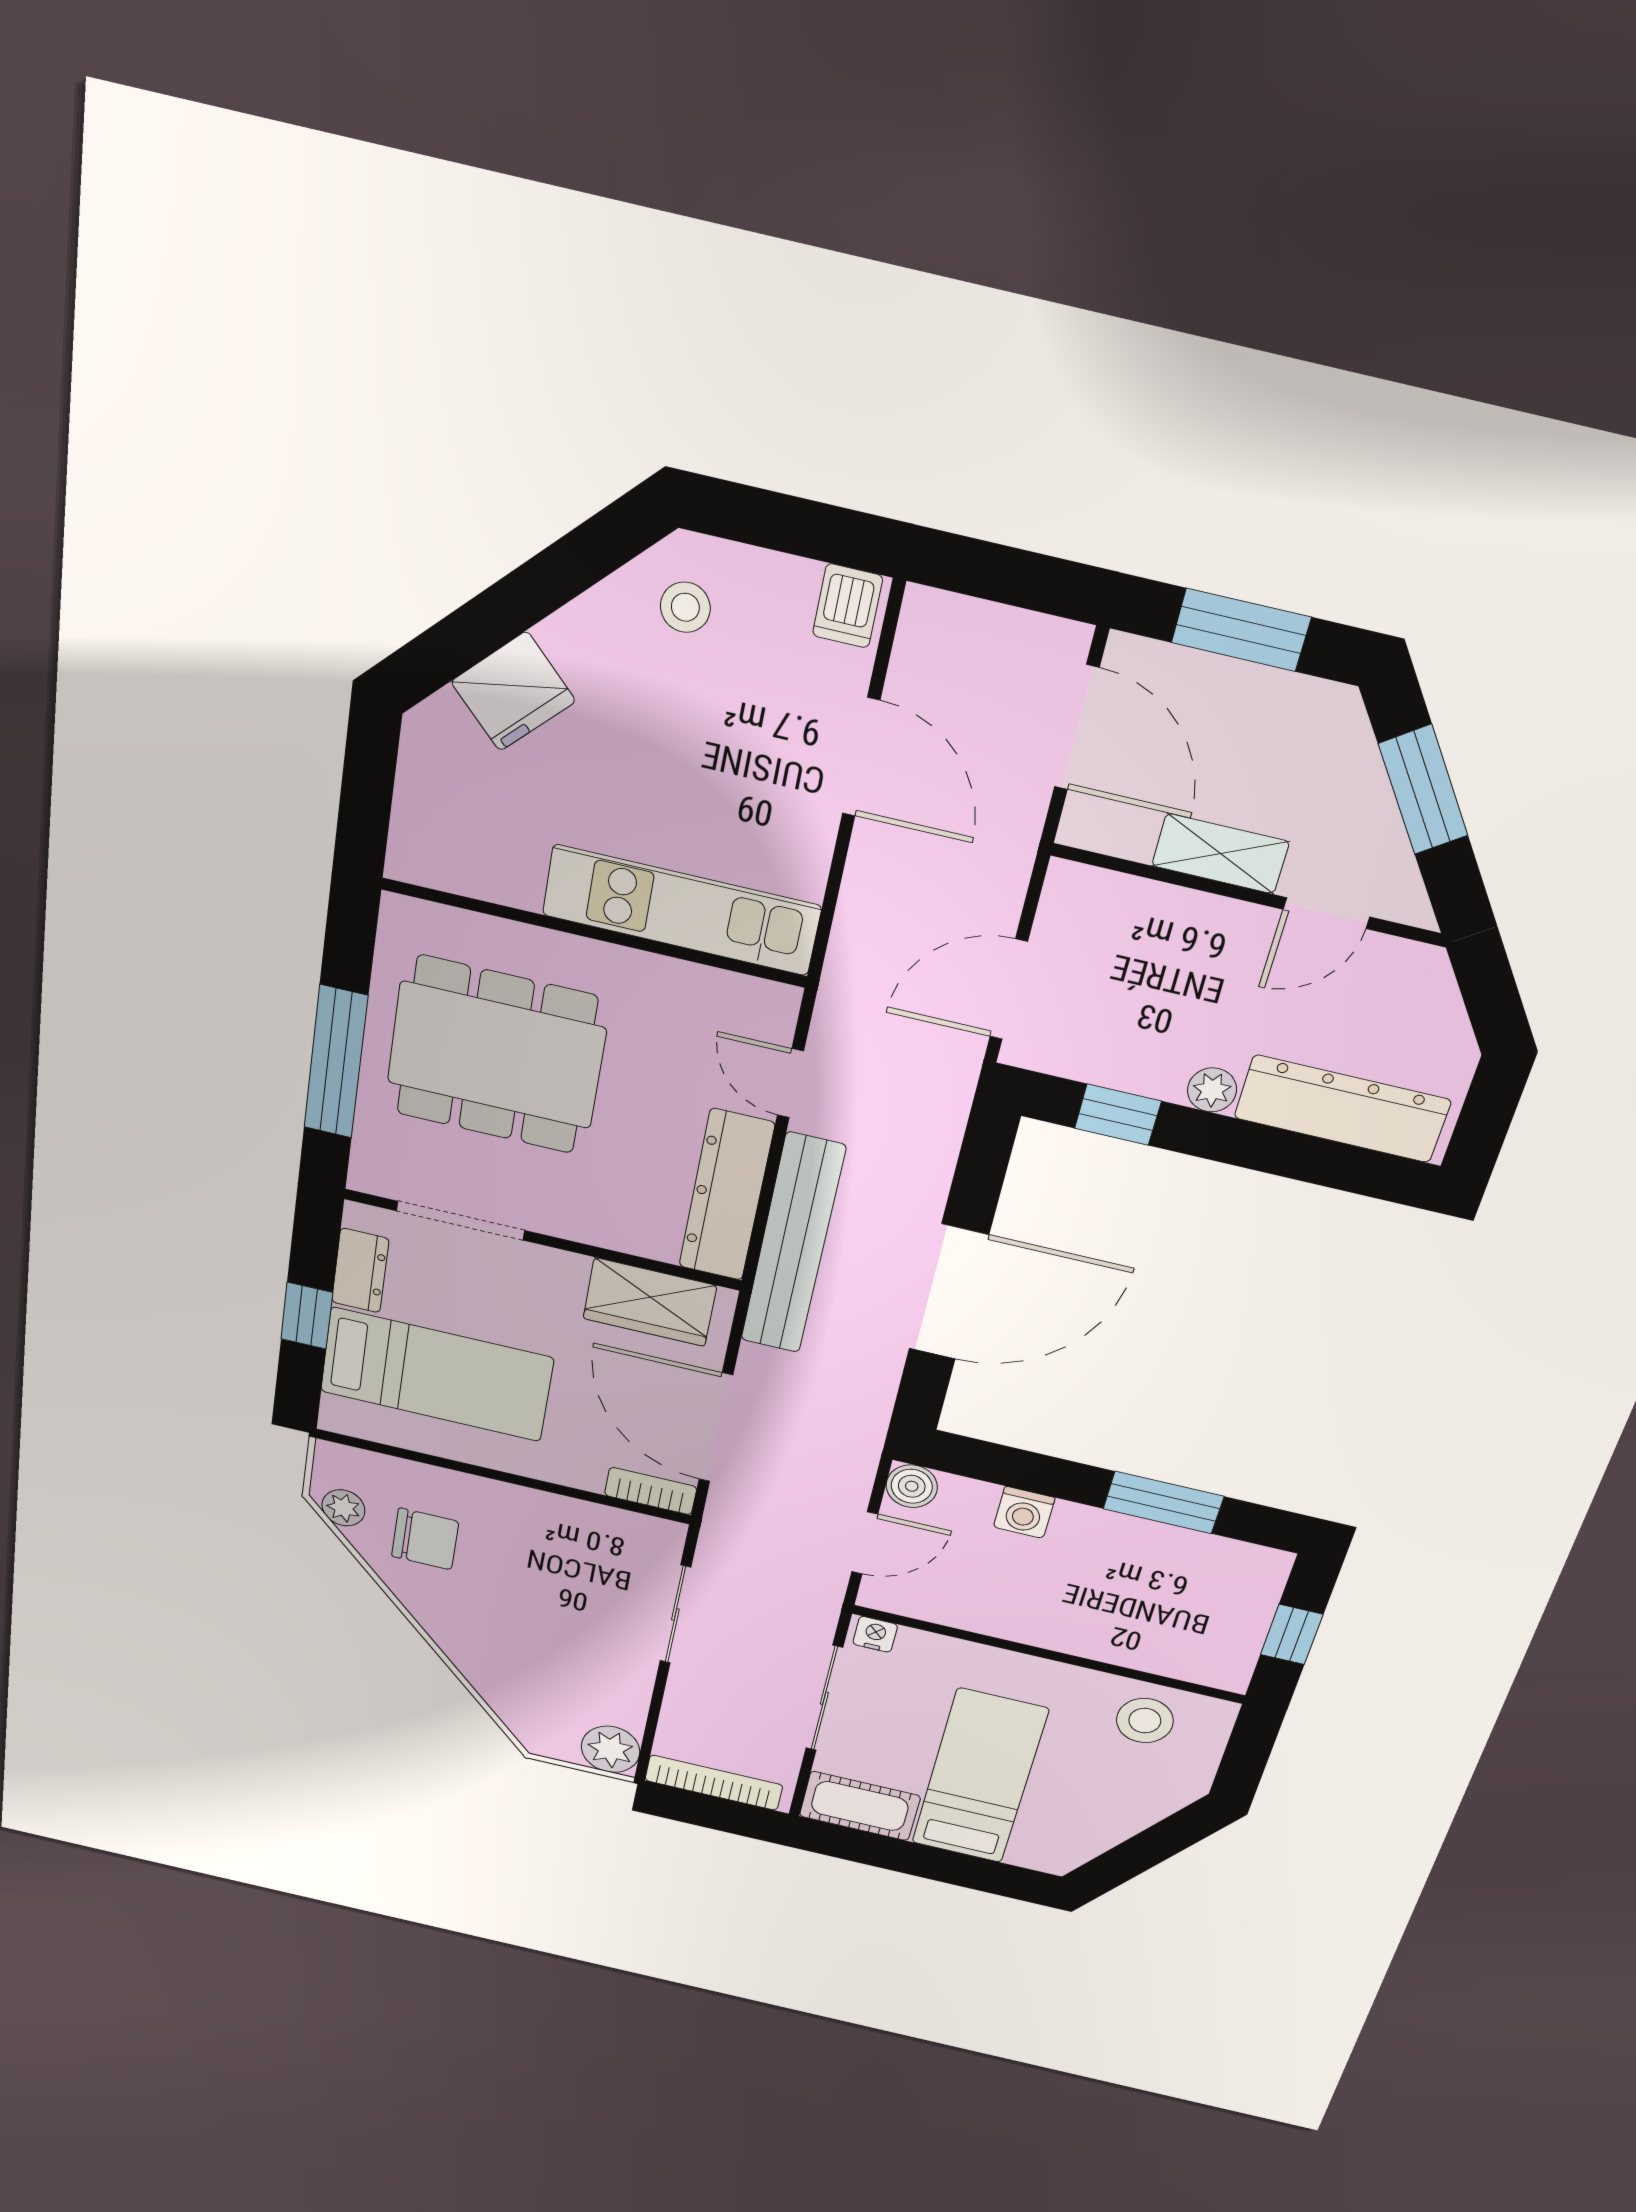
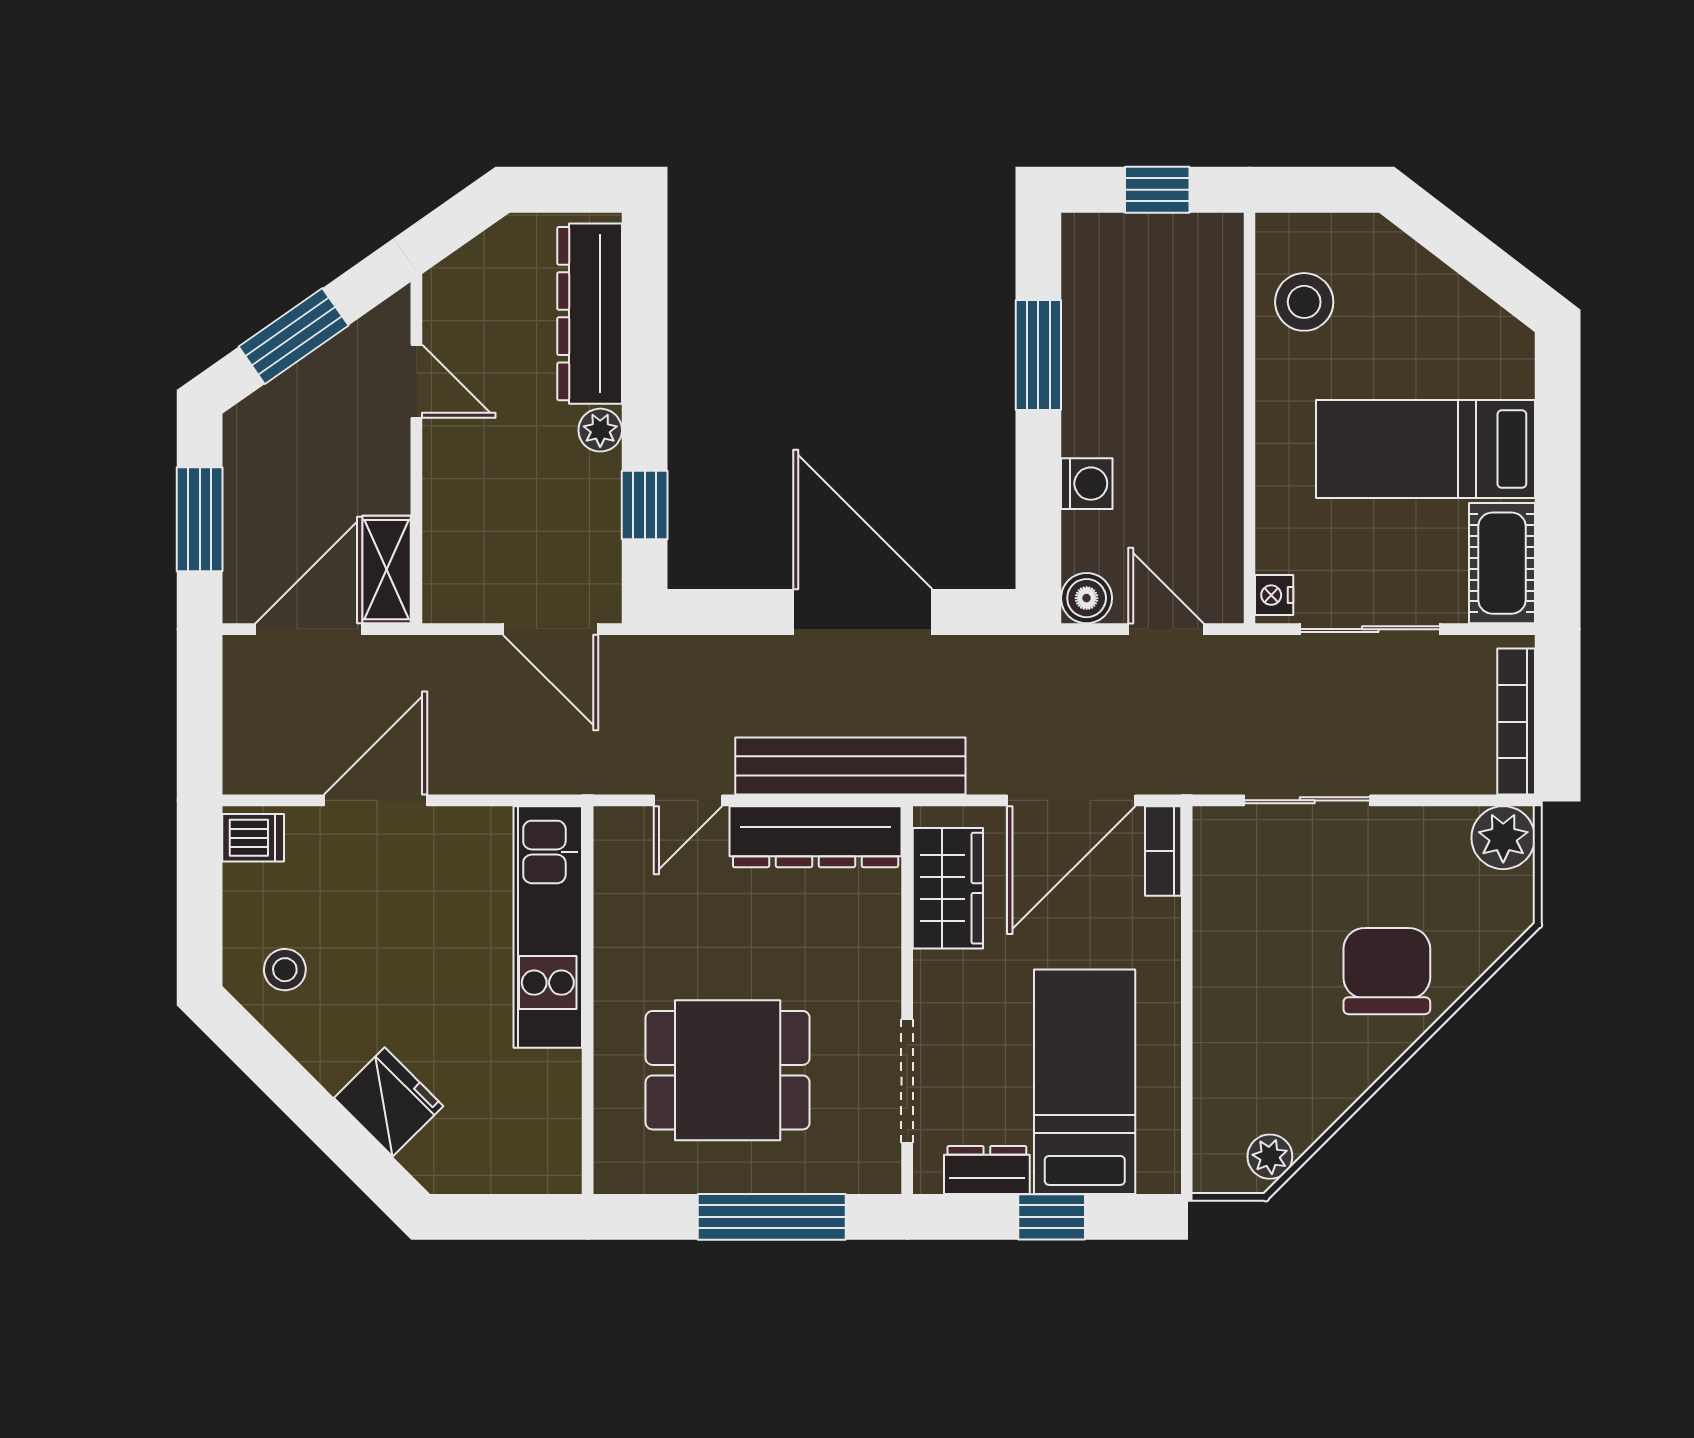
shelving: (1220, 854) -> (386, 570), moved
dining table: (496, 1055) -> (728, 1070), width x0.73
chair: (425, 1539) -> (1387, 971), moved, width x1.37, depth x1.37

